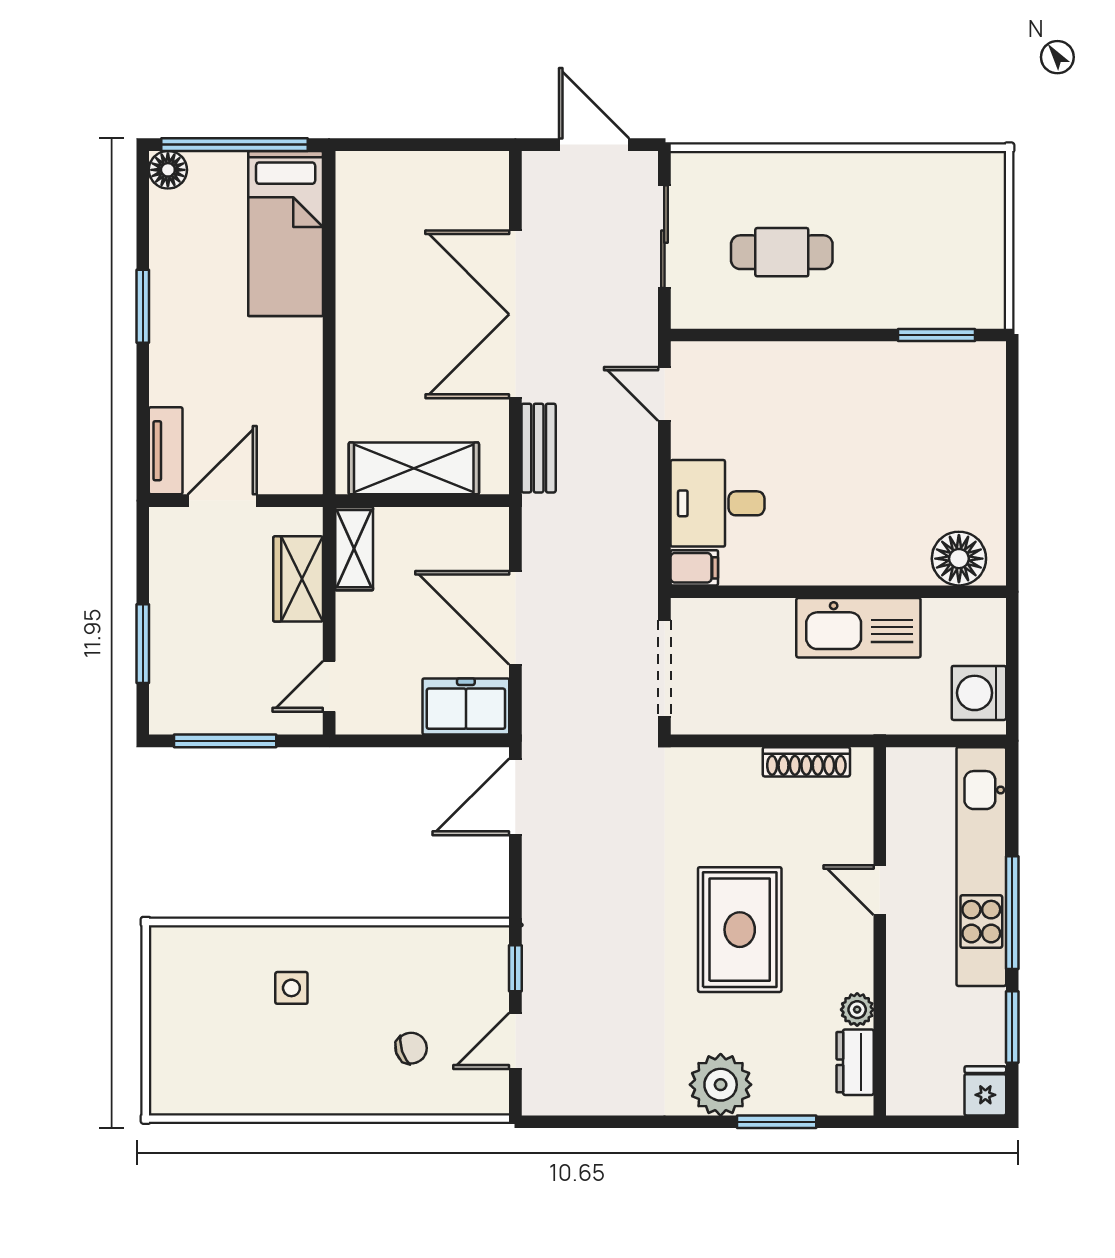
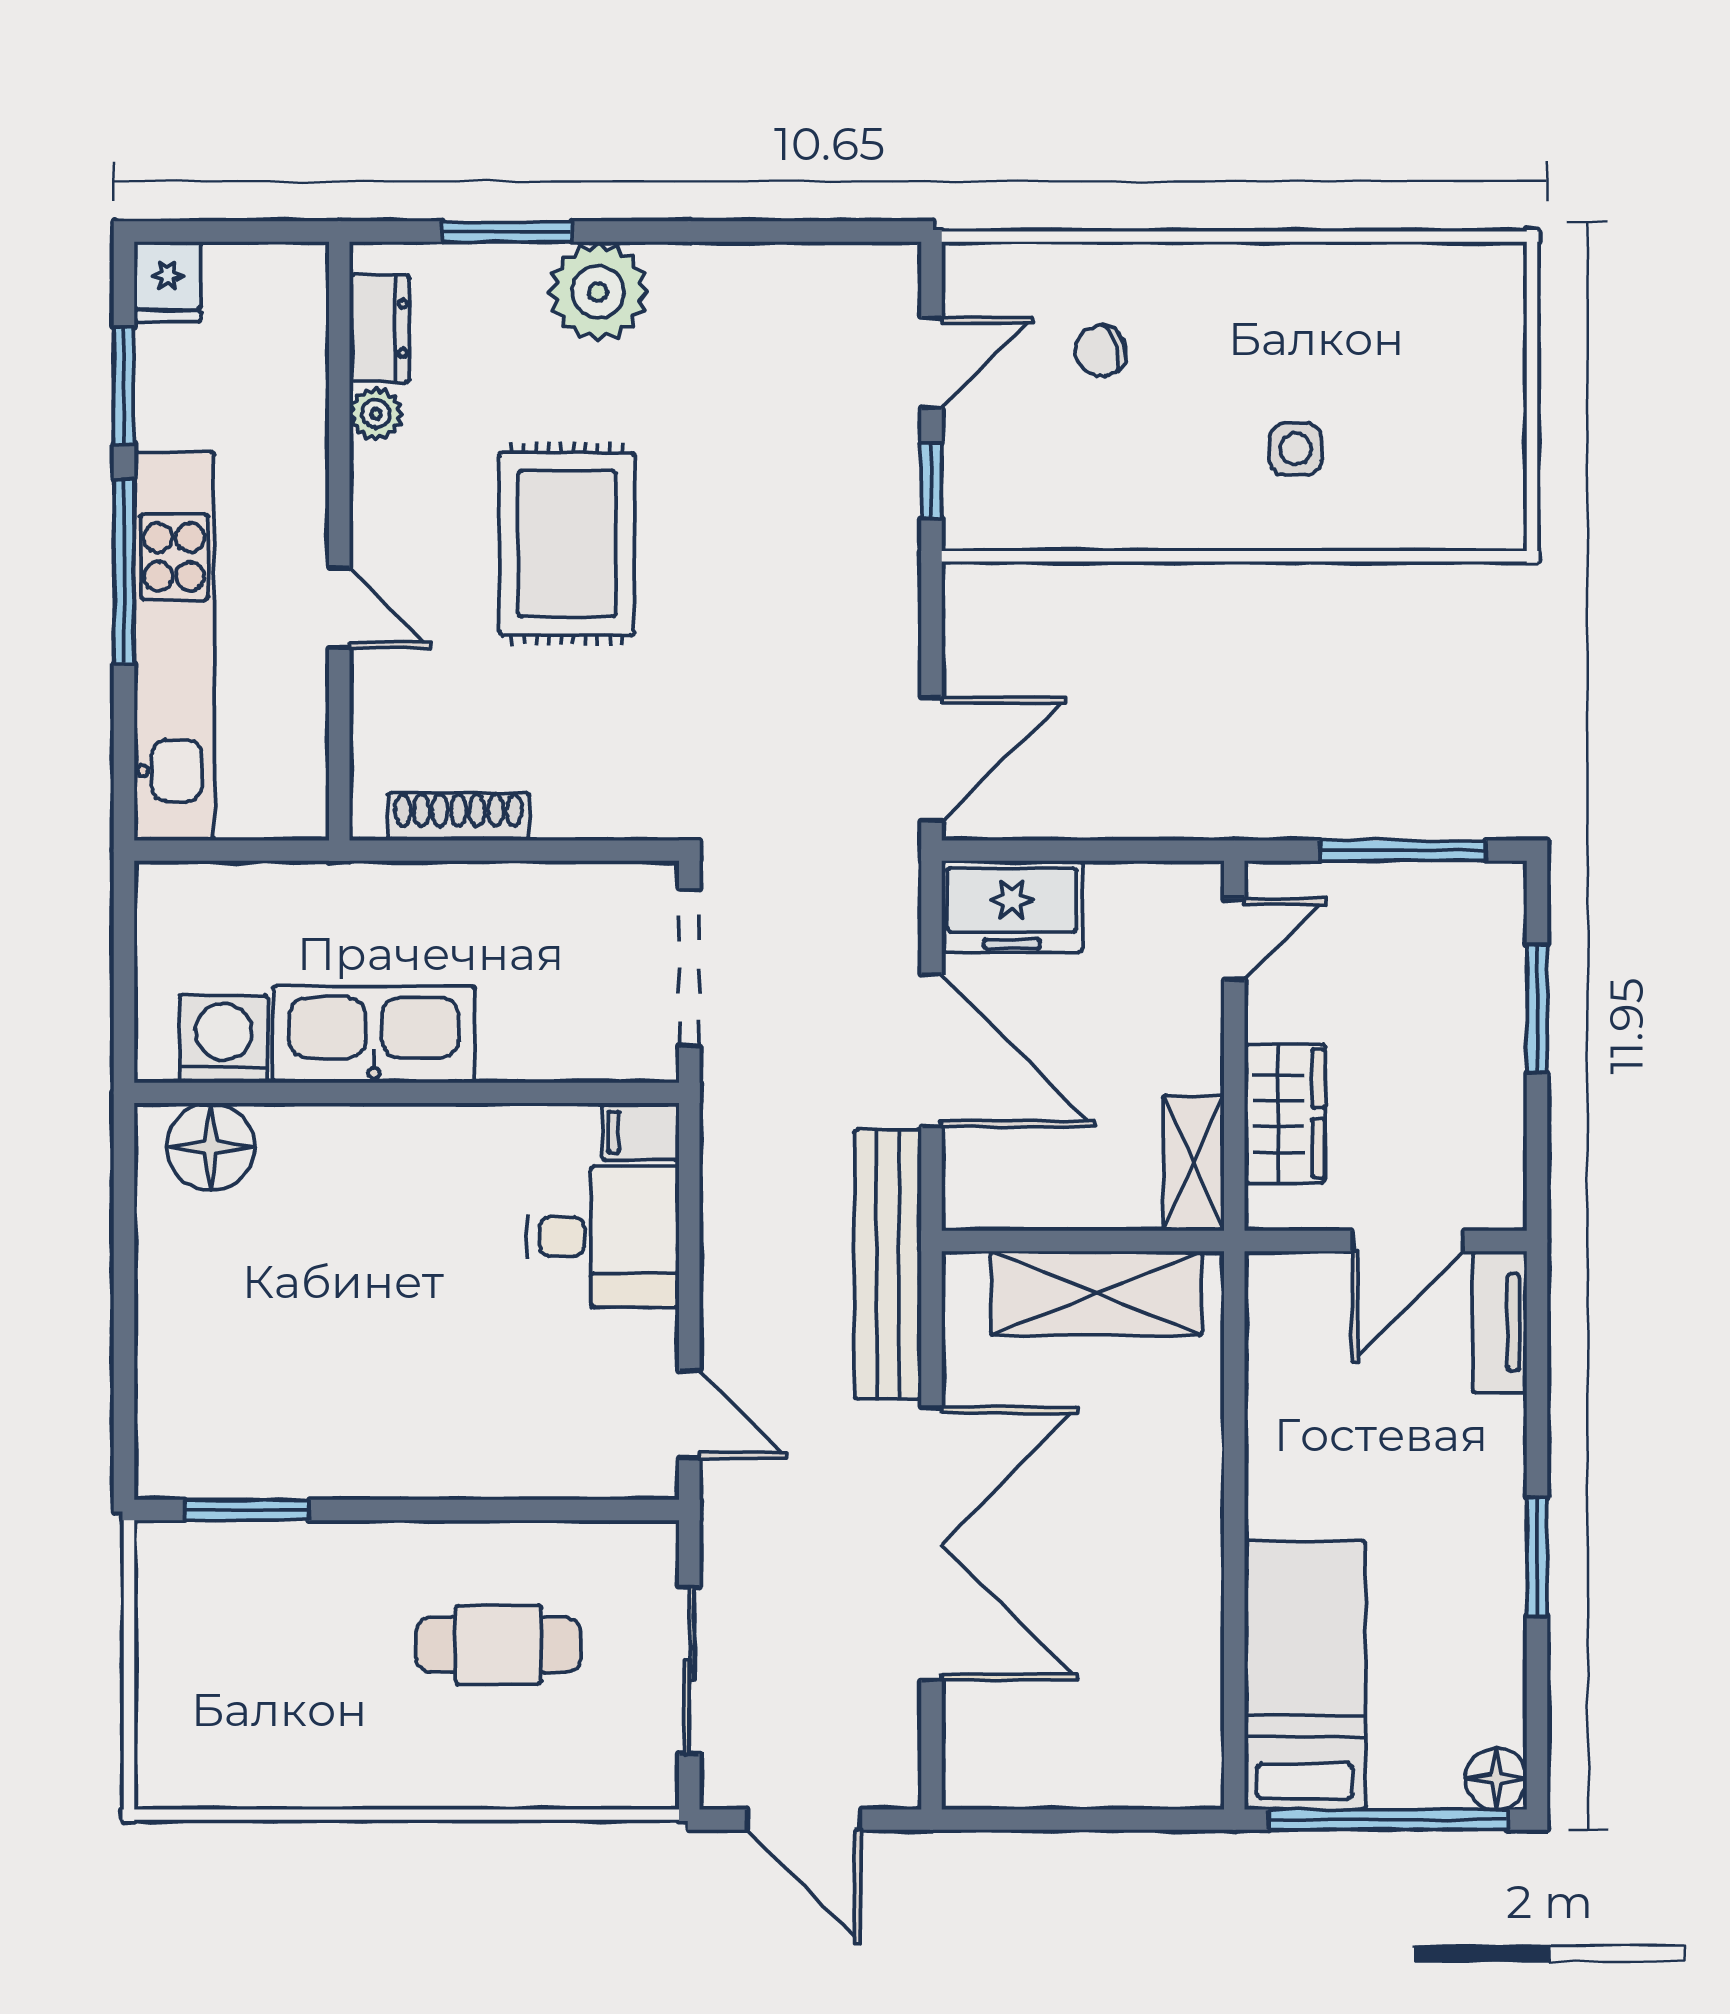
bench: (539, 448) -> (888, 1264), width x1.86, depth x1.21
washing machine: (979, 693) -> (224, 1039), moved, turned -90

